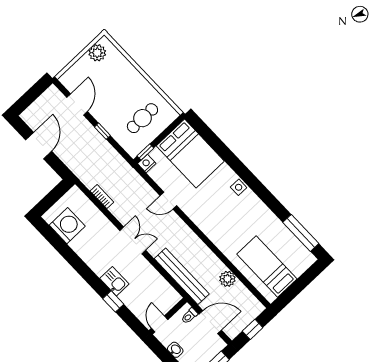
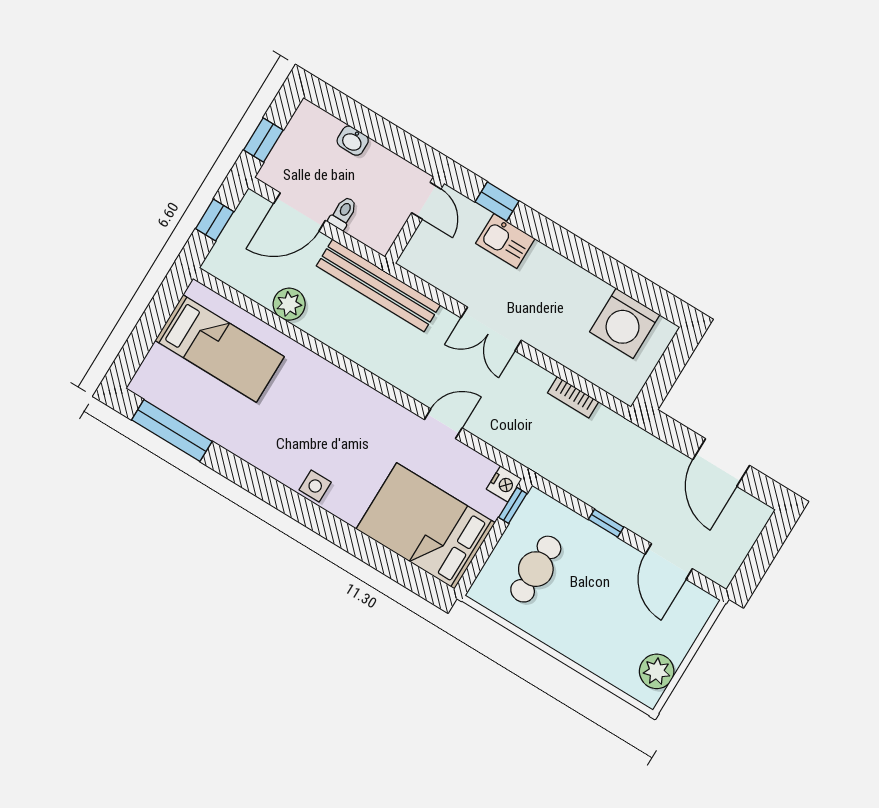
wall: (168, 316) -> (414, 220), moved
door: (160, 324) -> (426, 201), moved

